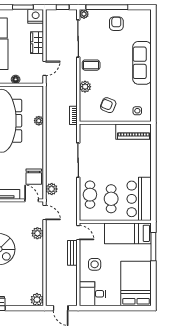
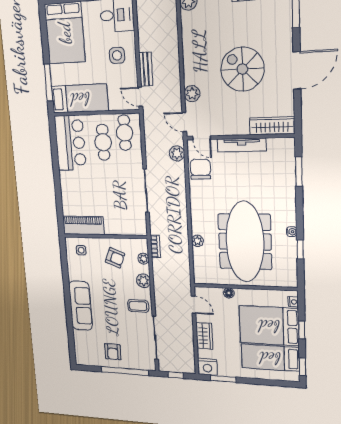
plant: (84, 14) -> (143, 259), moved
door: (44, 68) -> (194, 305), swing flipped
cafe table: (90, 195) -> (125, 133), moved

